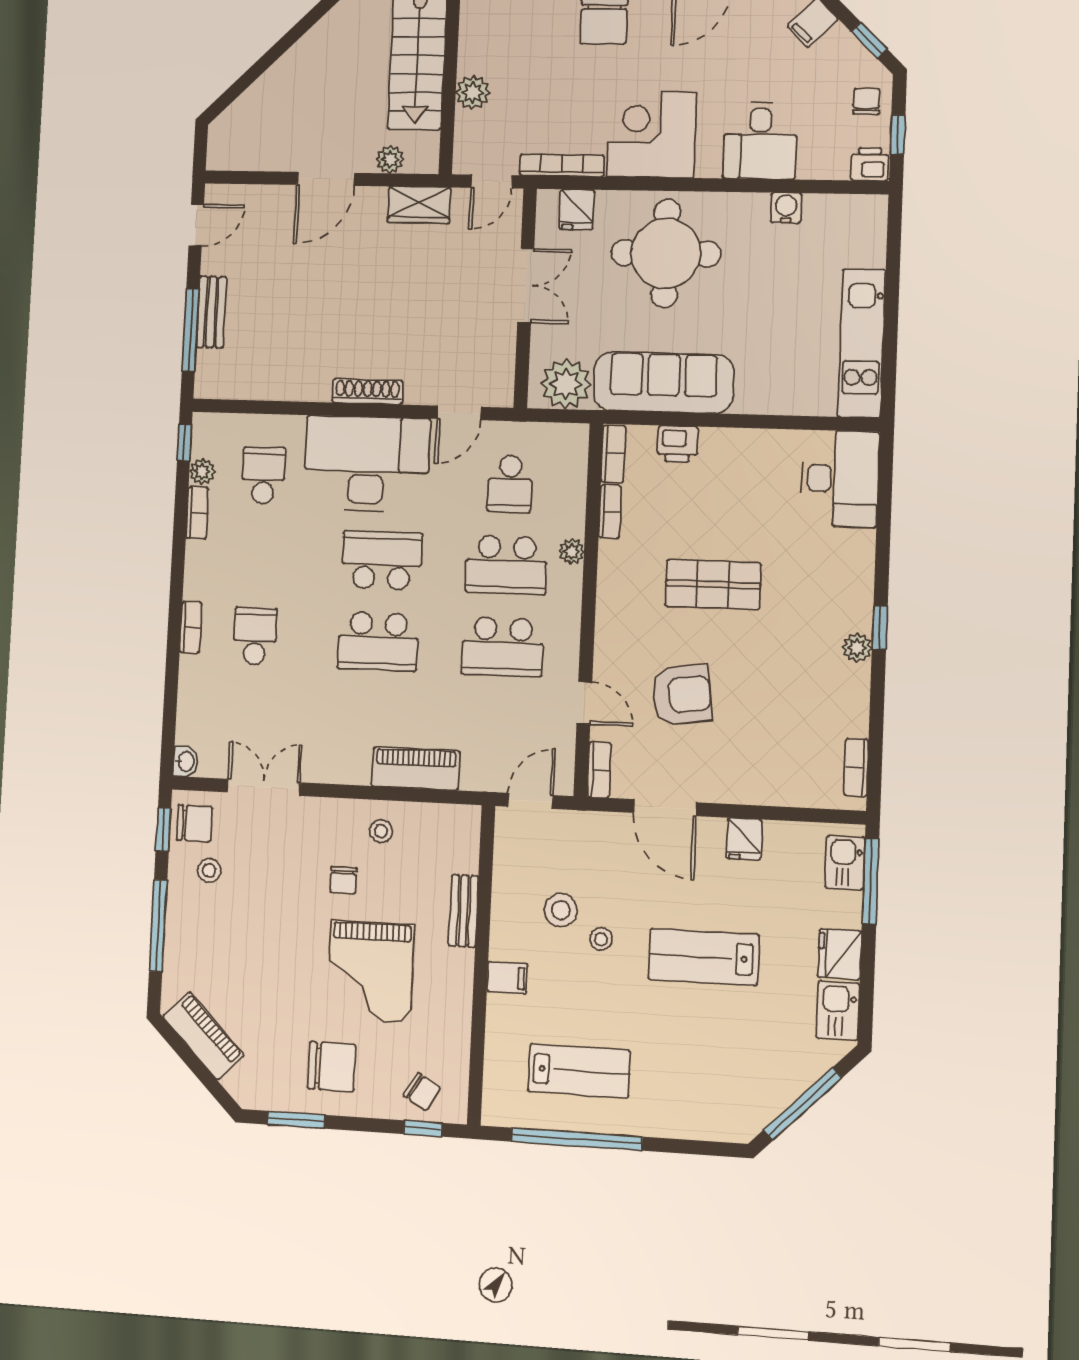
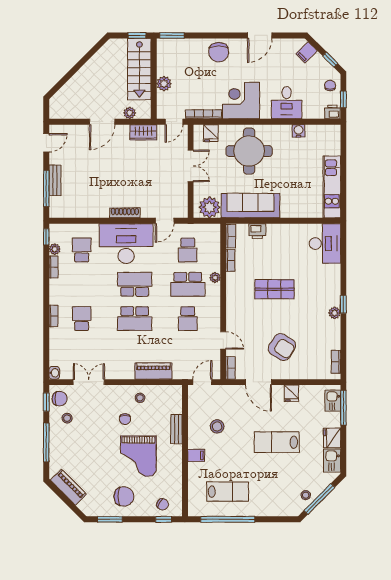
school desk: (503, 647) -> (188, 319), width x0.54
armchair: (682, 695) -> (282, 347), moved, turned 40
stool: (601, 939) -> (306, 495), moved

